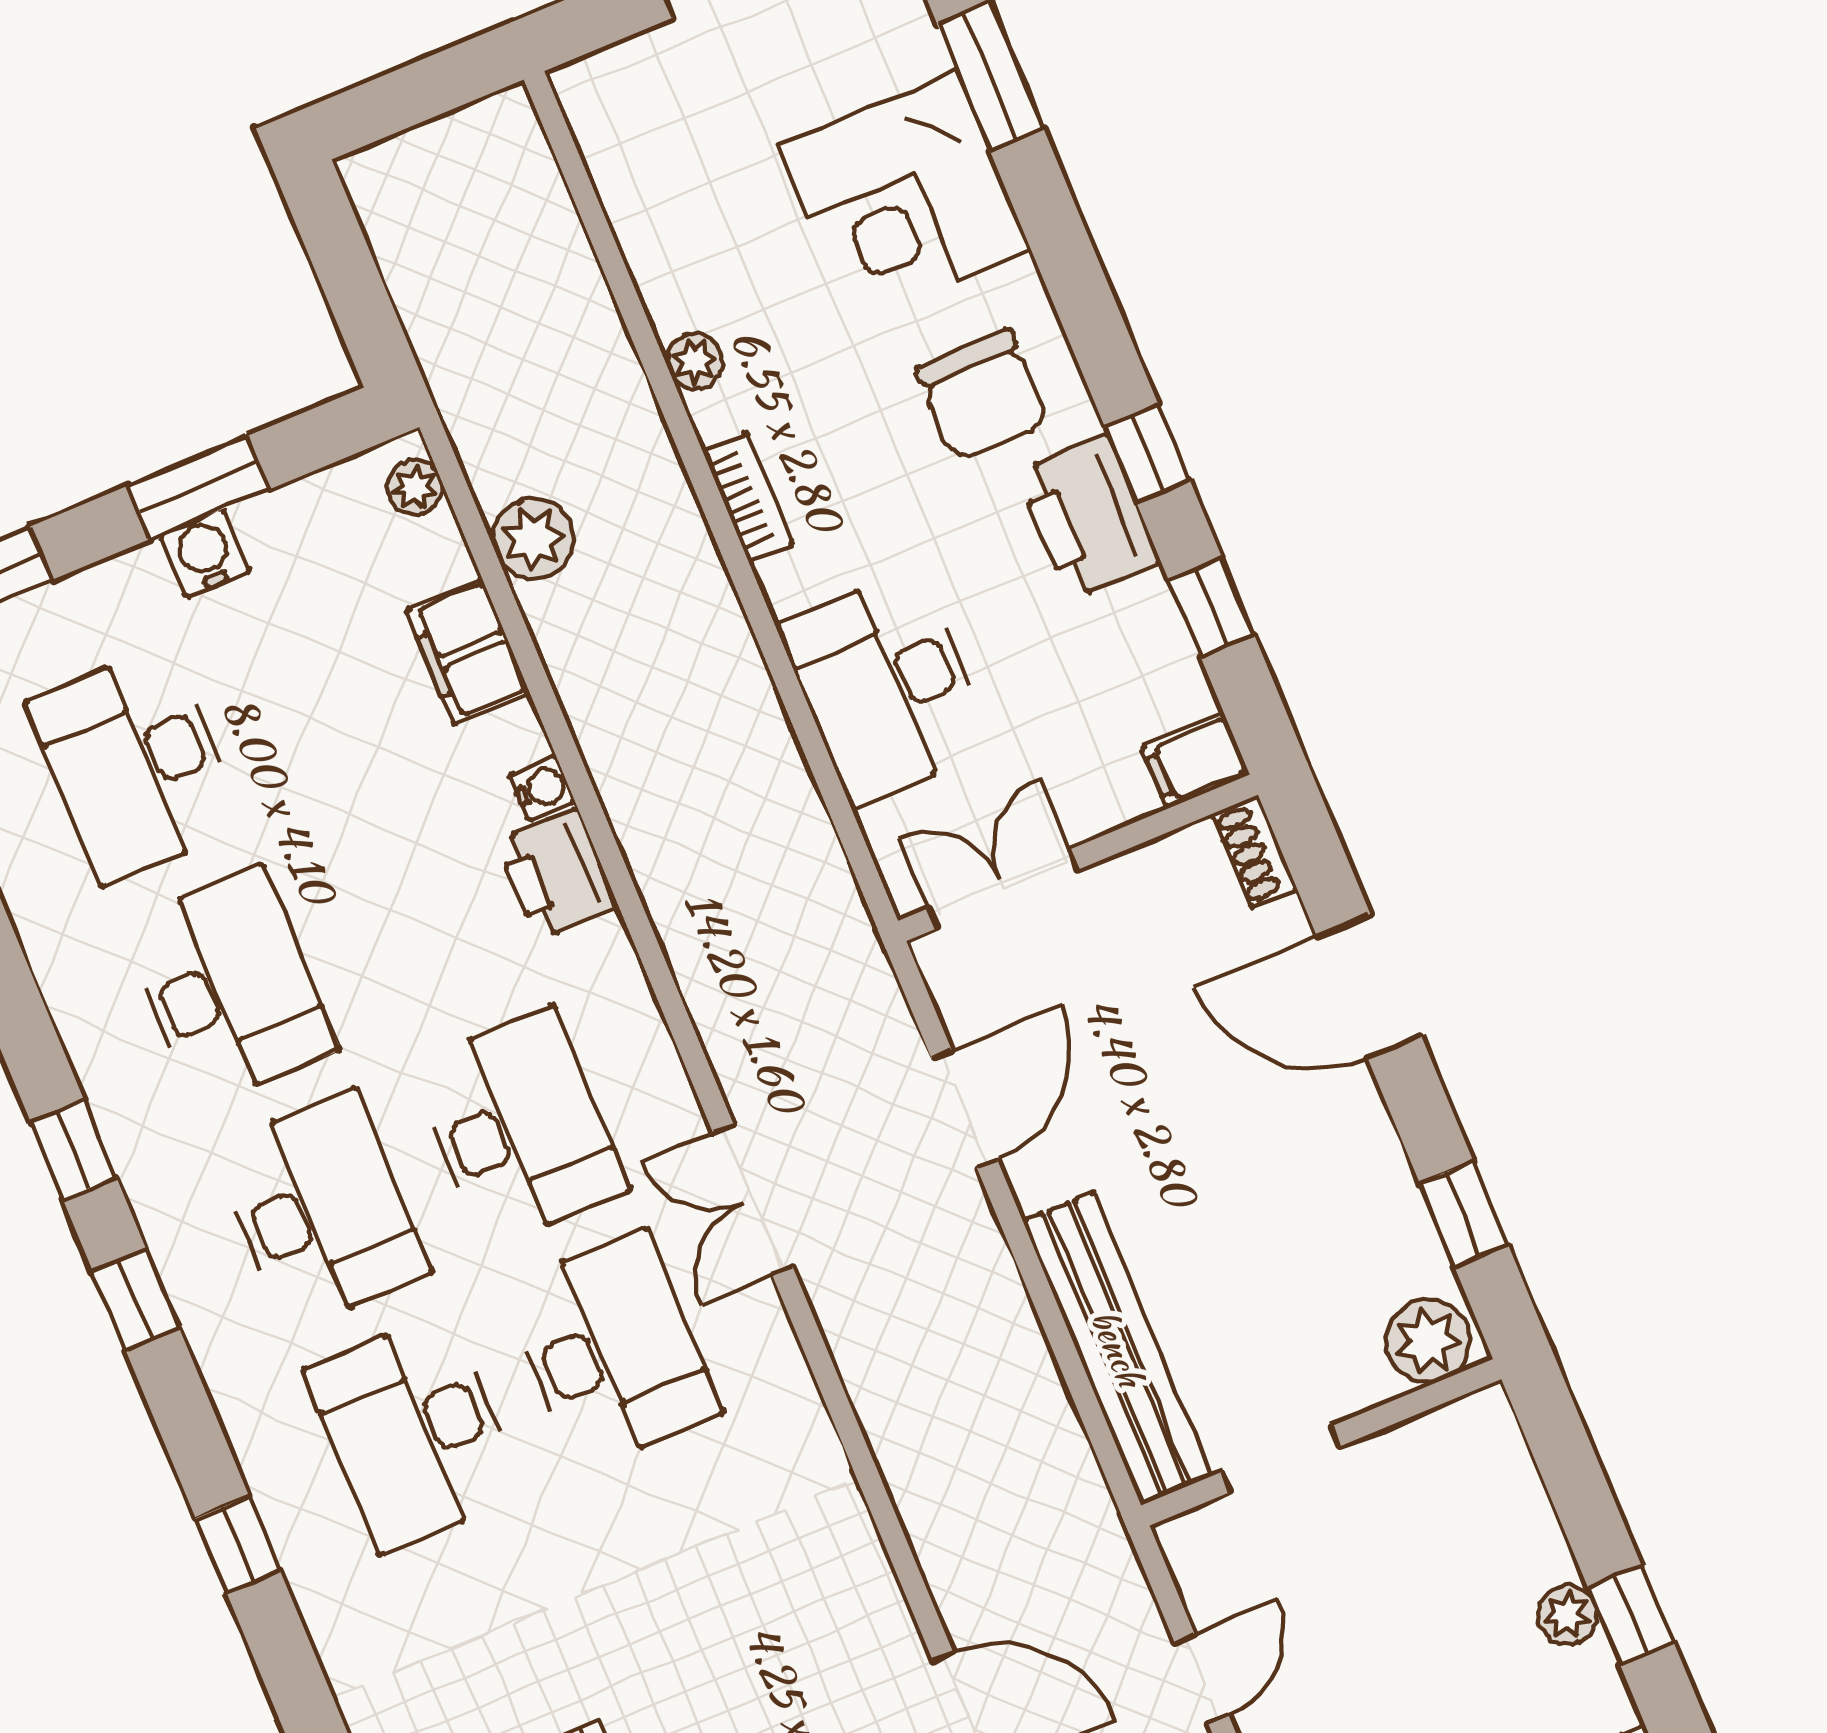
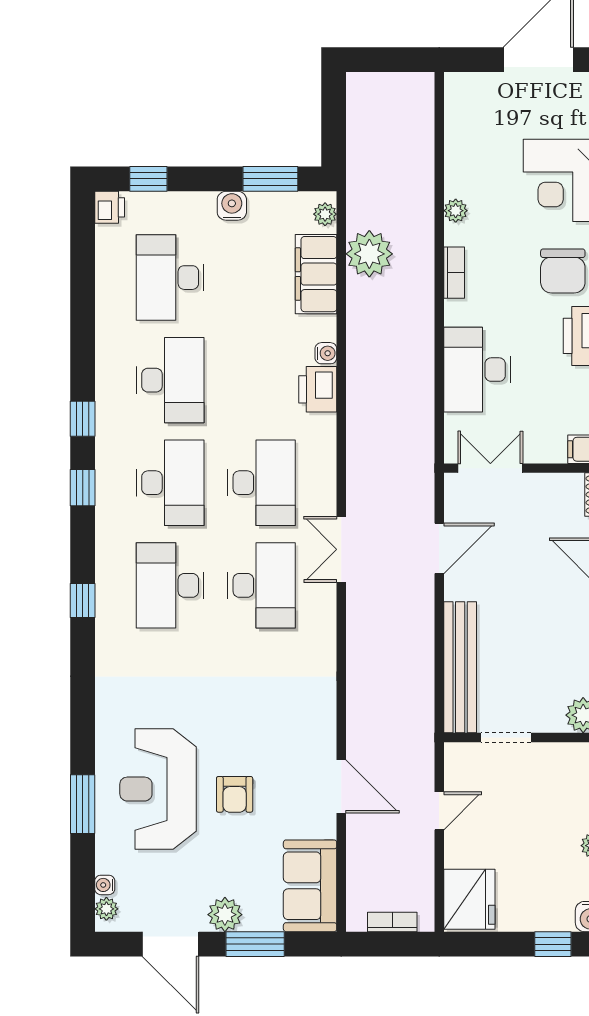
window: (198, 488) -> (270, 179), moved
plant: (533, 539) -> (369, 254), width x1.36, depth x1.36
filing cabinet: (468, 652) -> (316, 274), width x1.50, depth x1.17

